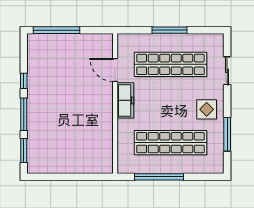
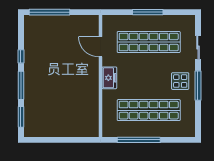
freezer: (125, 100) -> (109, 78), width x0.71
window: (227, 134) -> (198, 86), moved

